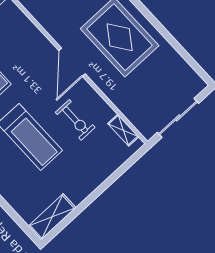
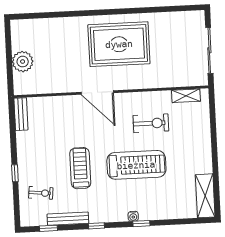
door: (72, 62) -> (97, 93), moved

